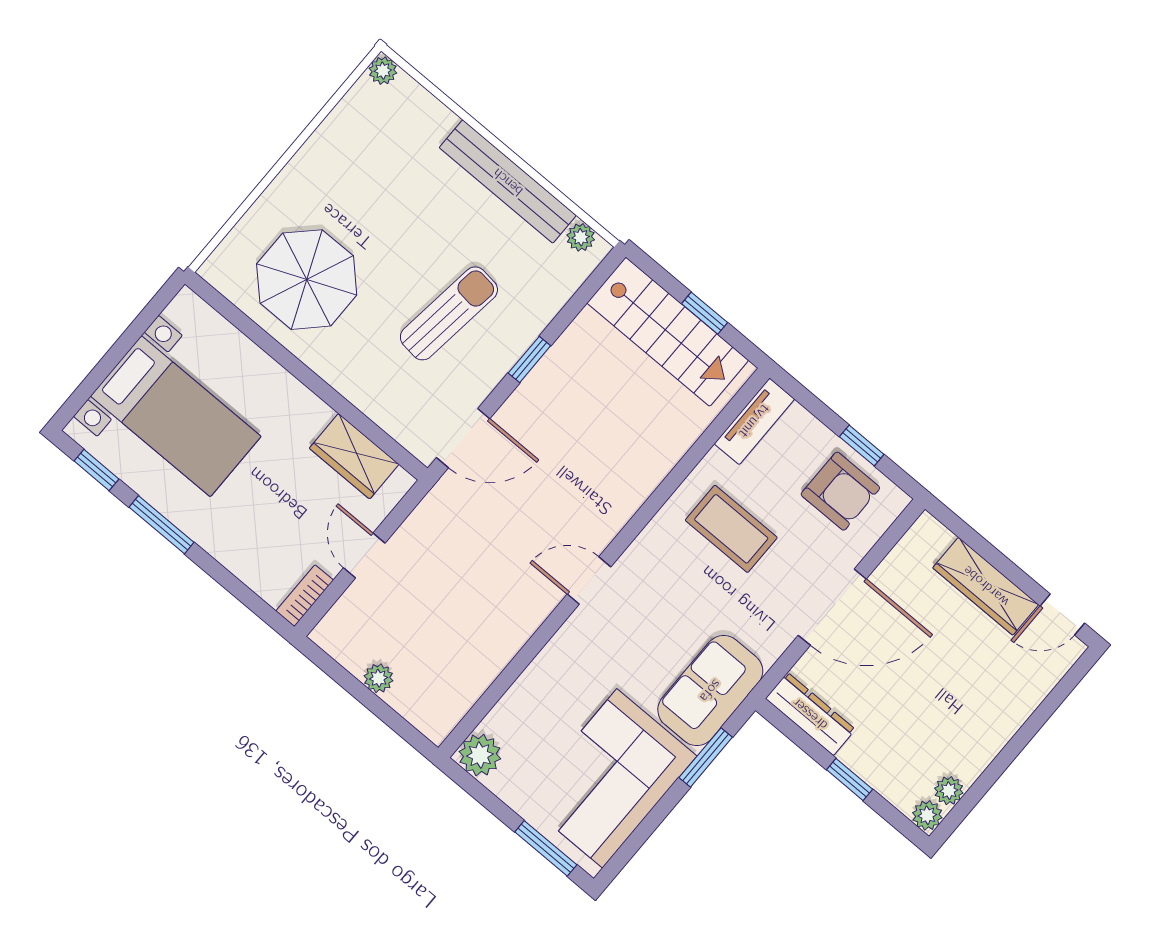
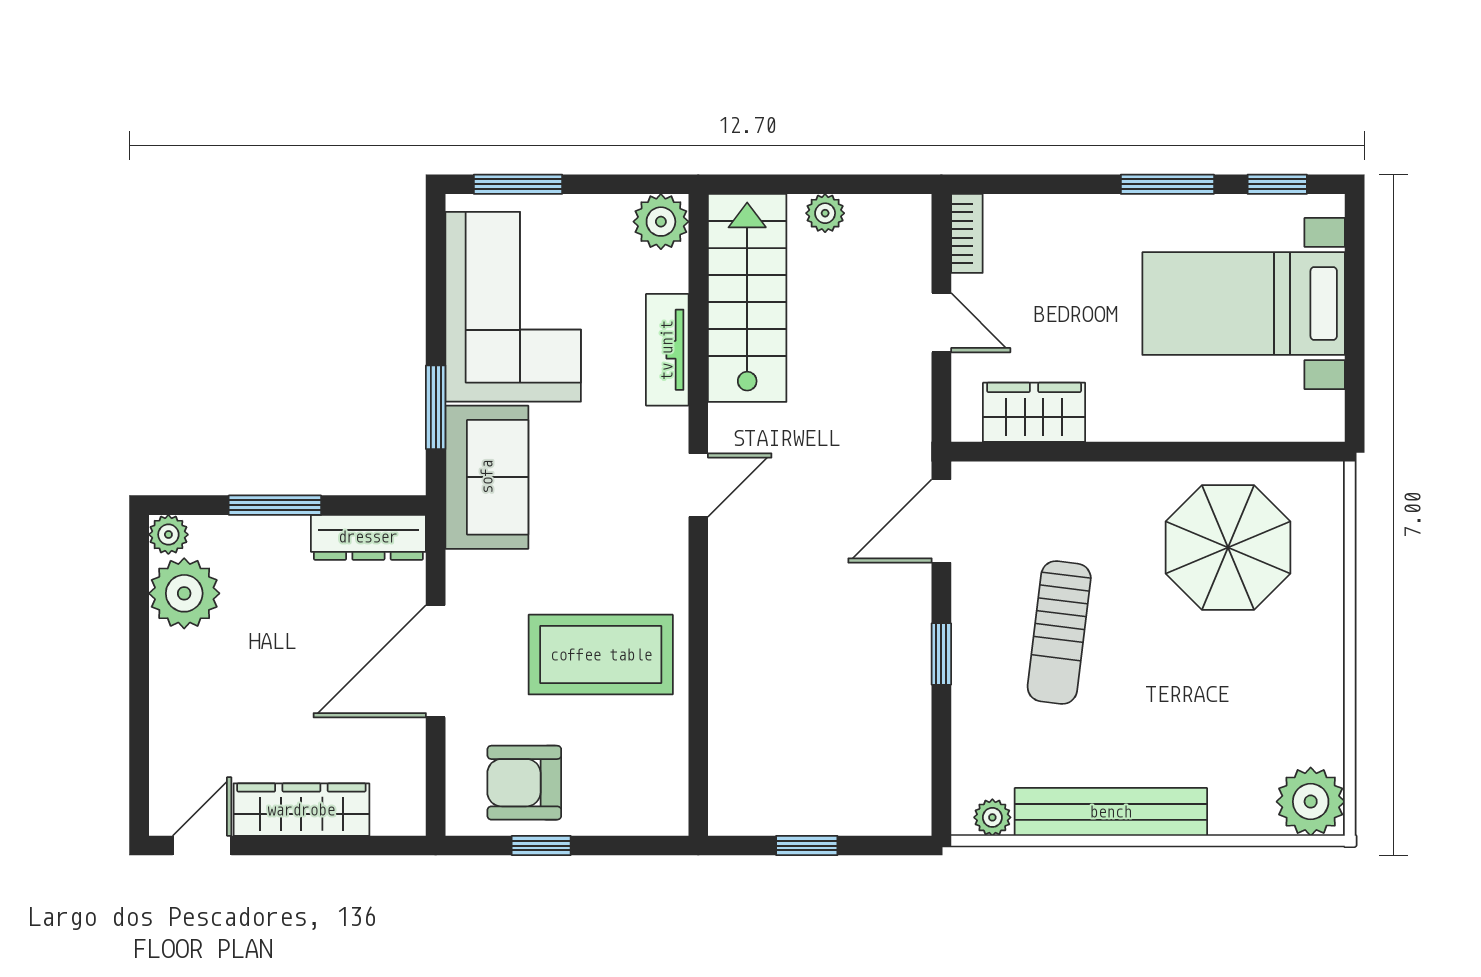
plant: (383, 71) -> (1311, 802), width x1.88, depth x1.88
stairs: (668, 332) -> (747, 298), moved, turned 90
tv unit: (754, 421) -> (667, 350), moved
coffee table: (731, 529) -> (601, 655), width x1.36, depth x1.32
window: (850, 780) -> (275, 505), width x1.50
plant: (949, 791) -> (184, 593), width x1.87, depth x1.87

